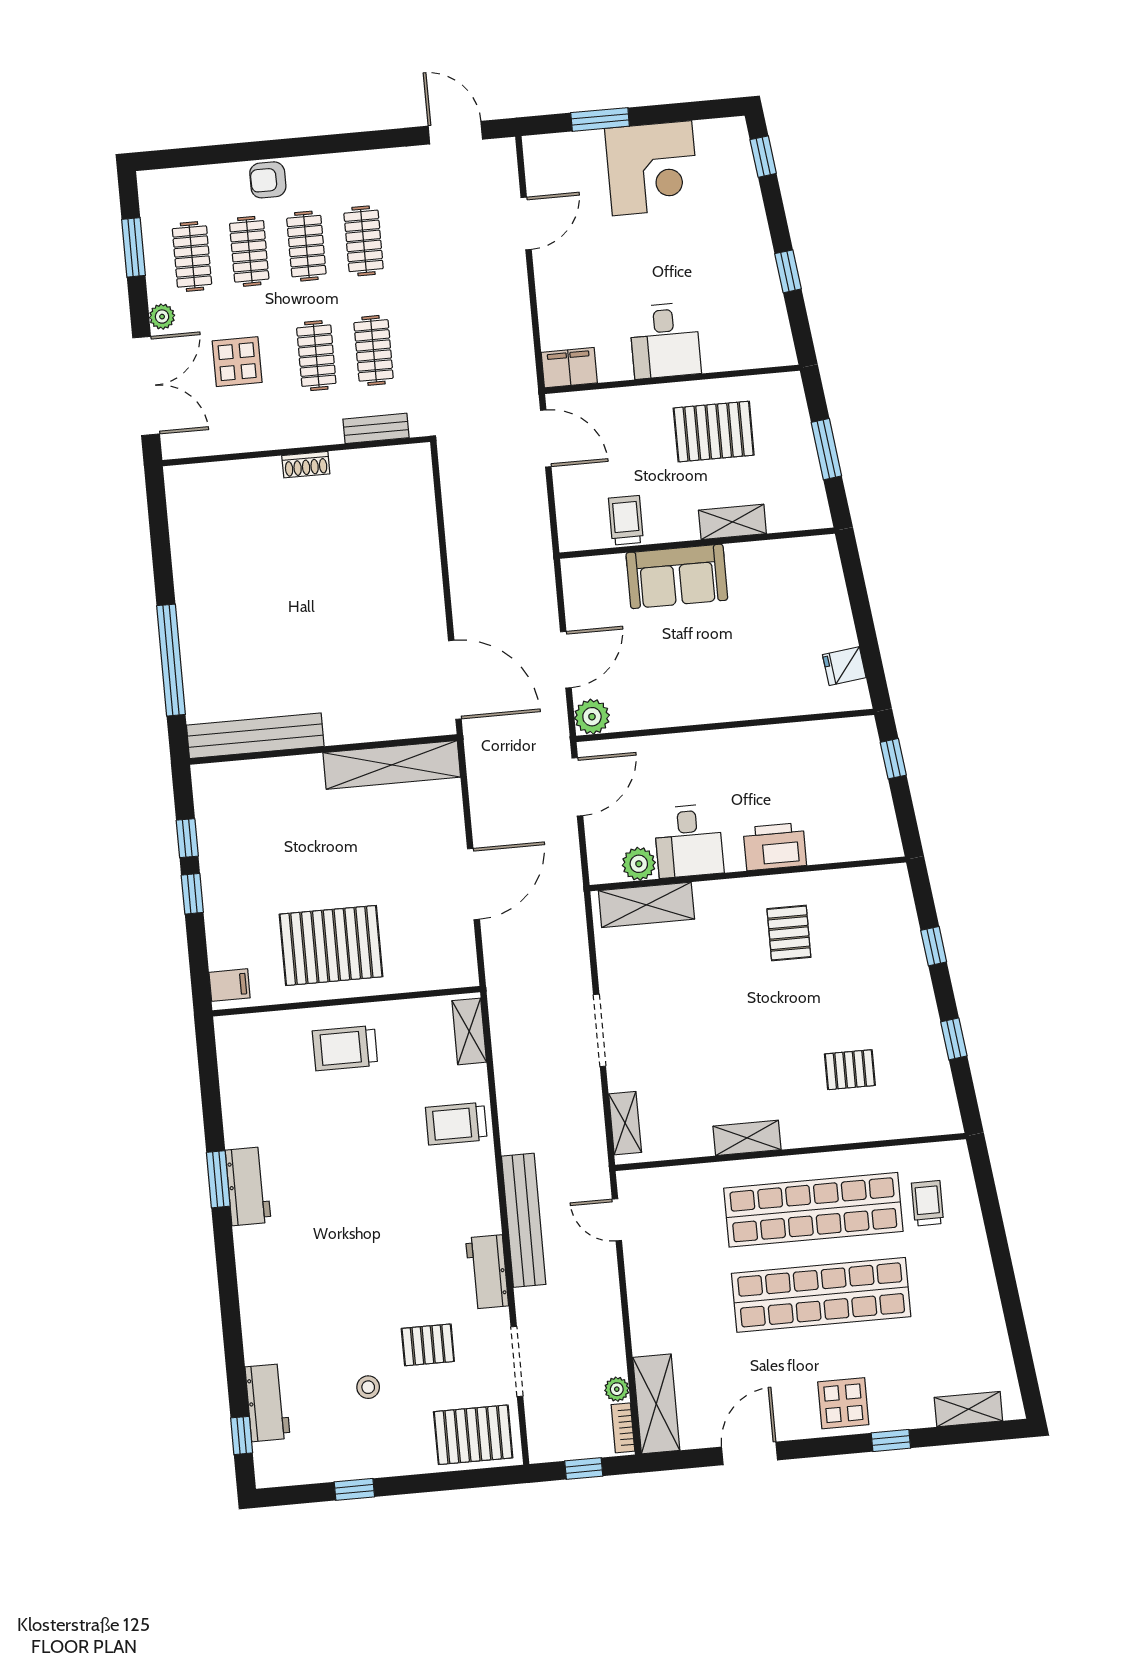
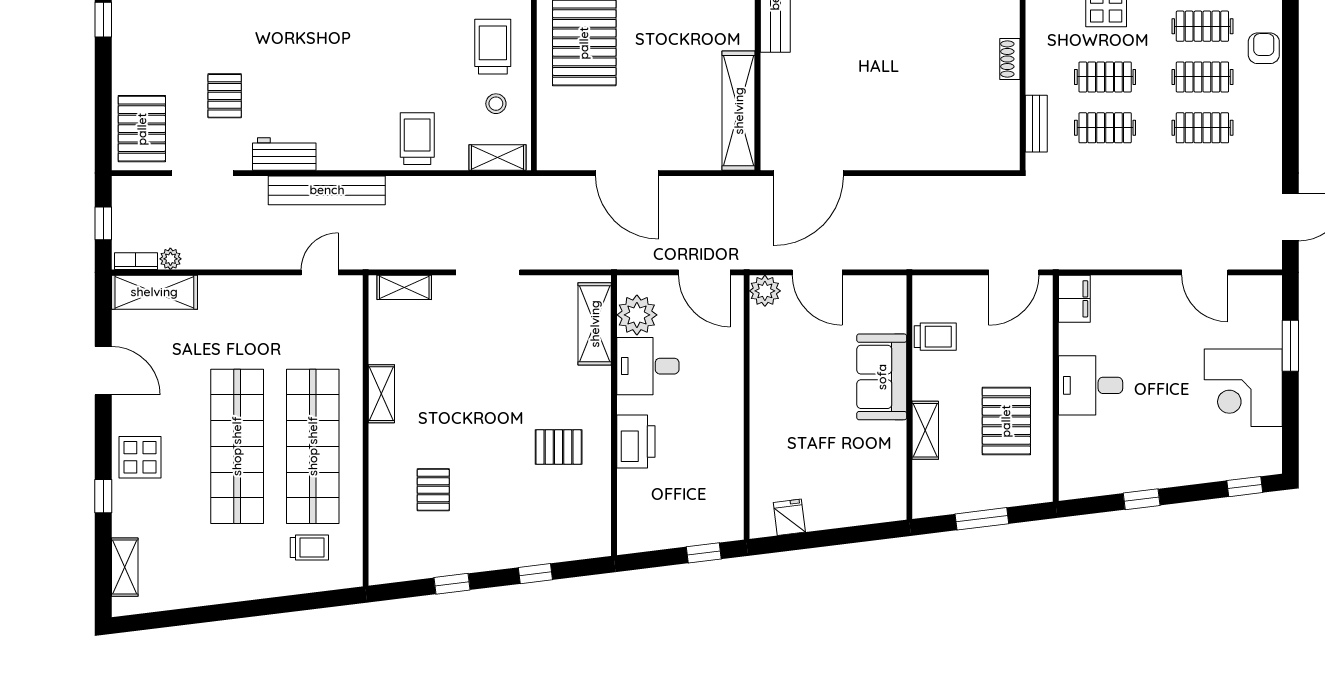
plant: (639, 864) -> (637, 315), width x1.36, depth x1.36
stool: (368, 1387) -> (496, 104), moved

